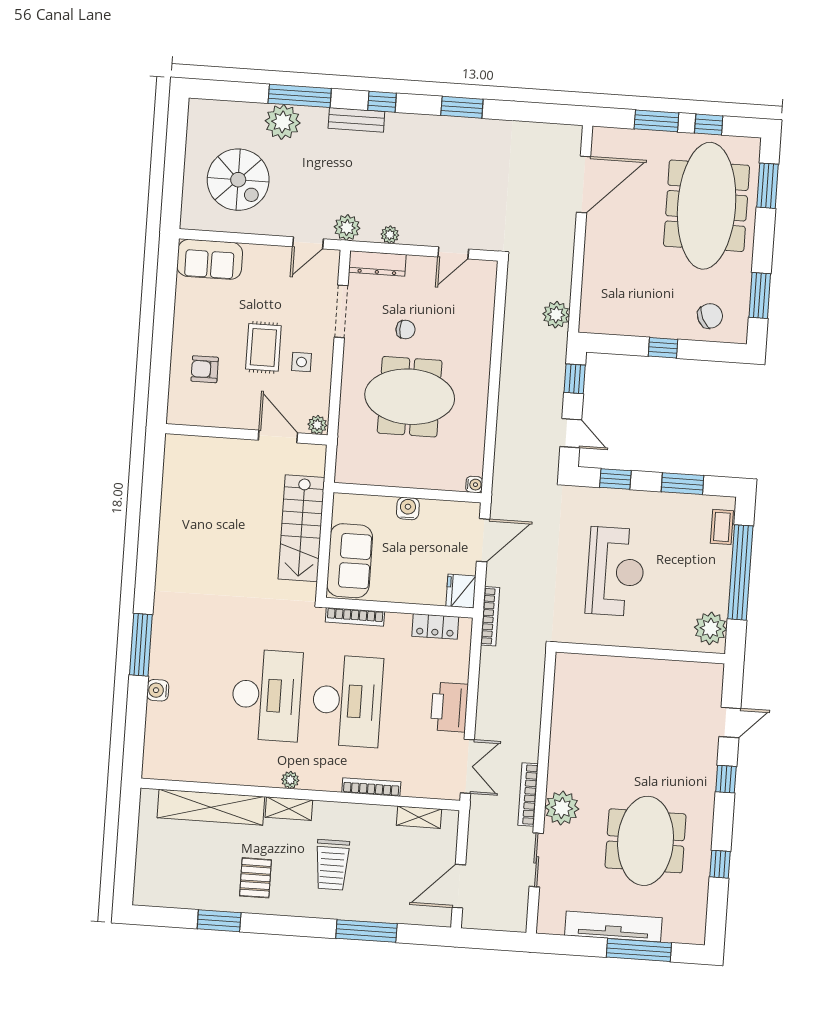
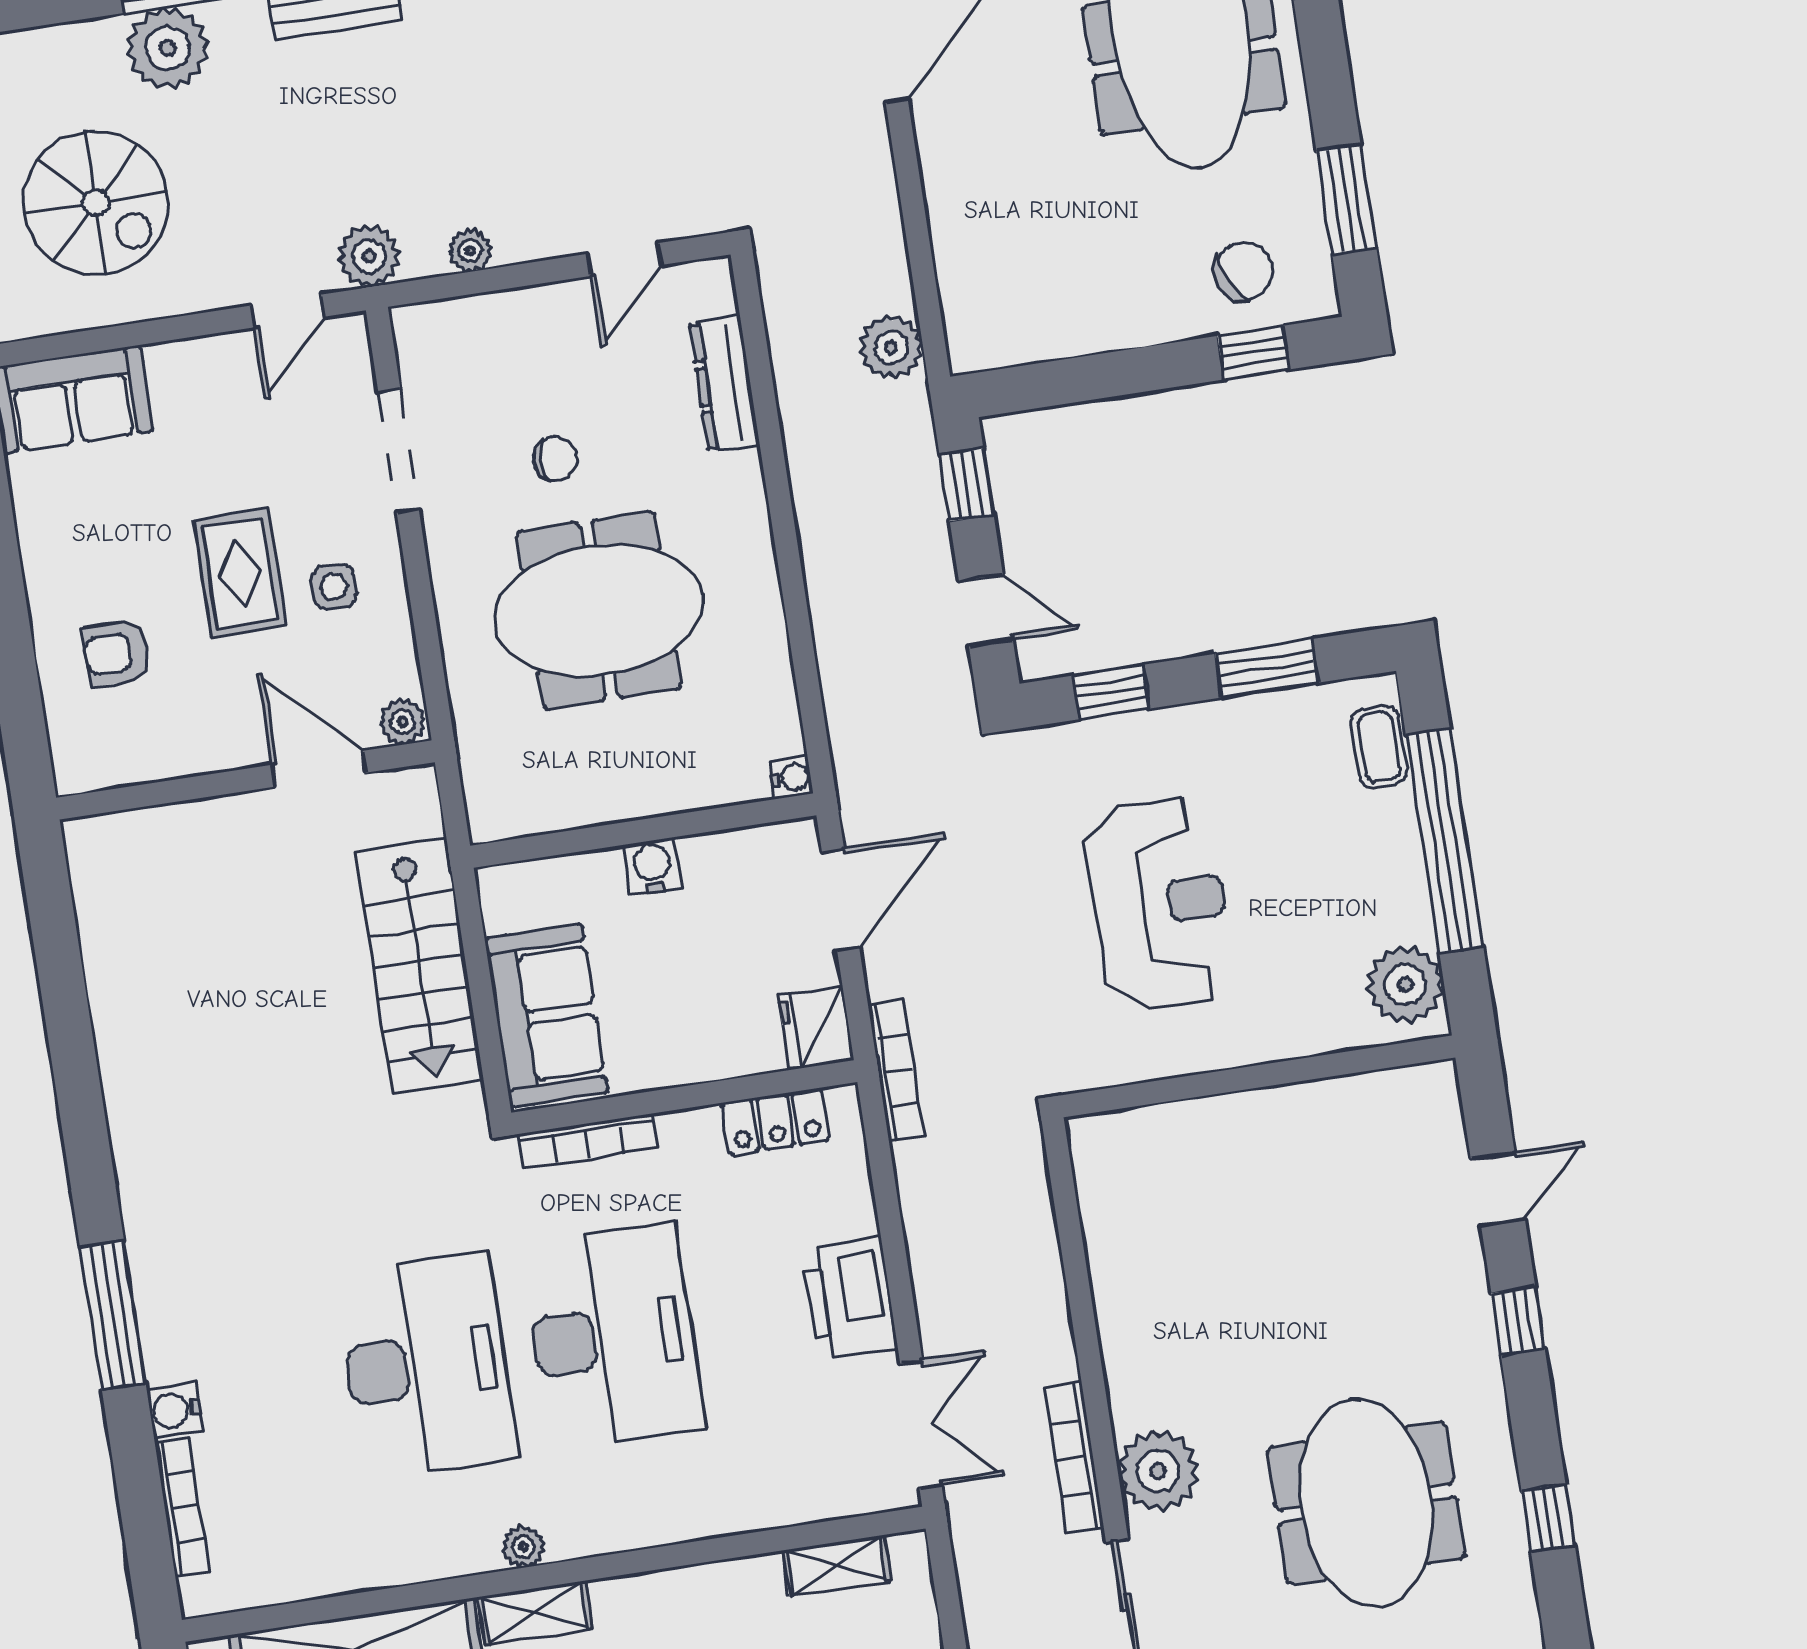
dresser: (377, 263) -> (724, 384), moved, turned 90
window: (663, 348) -> (1253, 353), moved
bookcase: (371, 787) -> (182, 1507), moved, turned 90

